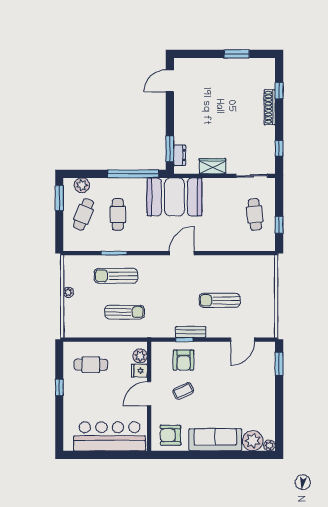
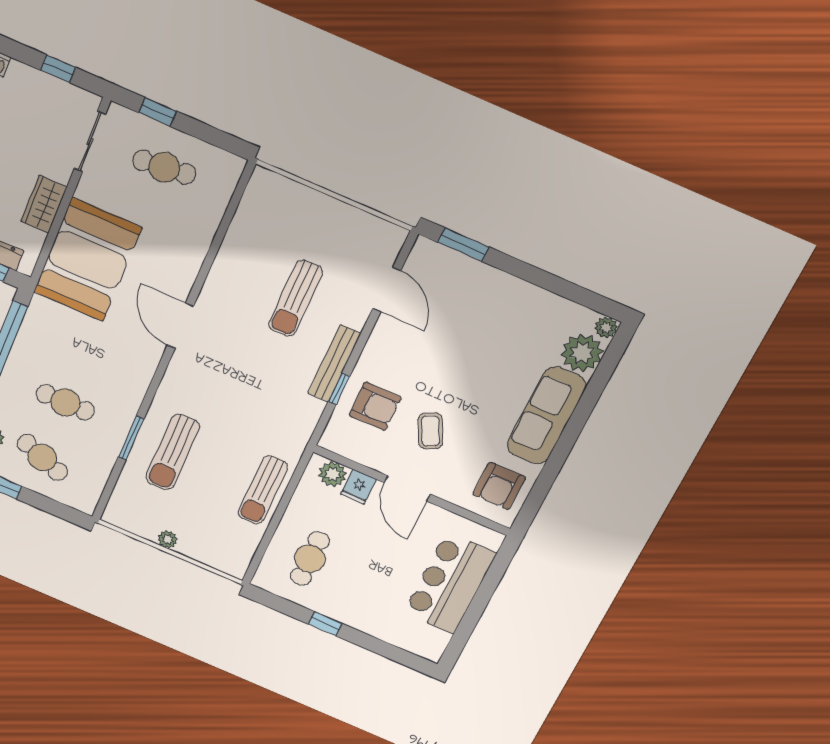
booth: (174, 197) -> (87, 260), moved
window: (279, 225) -> (158, 112), moved
sun lounger: (125, 312) -> (263, 490), moved, turned 180
bench: (191, 332) -> (334, 363), width x1.36
bar counter: (110, 436) -> (450, 583), width x0.73

